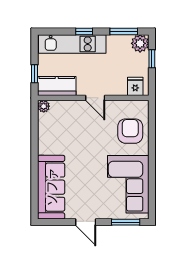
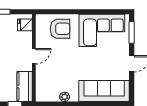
plant: (44, 106) -> (65, 97), moved
armchair: (130, 131) -> (60, 29), turned 180

